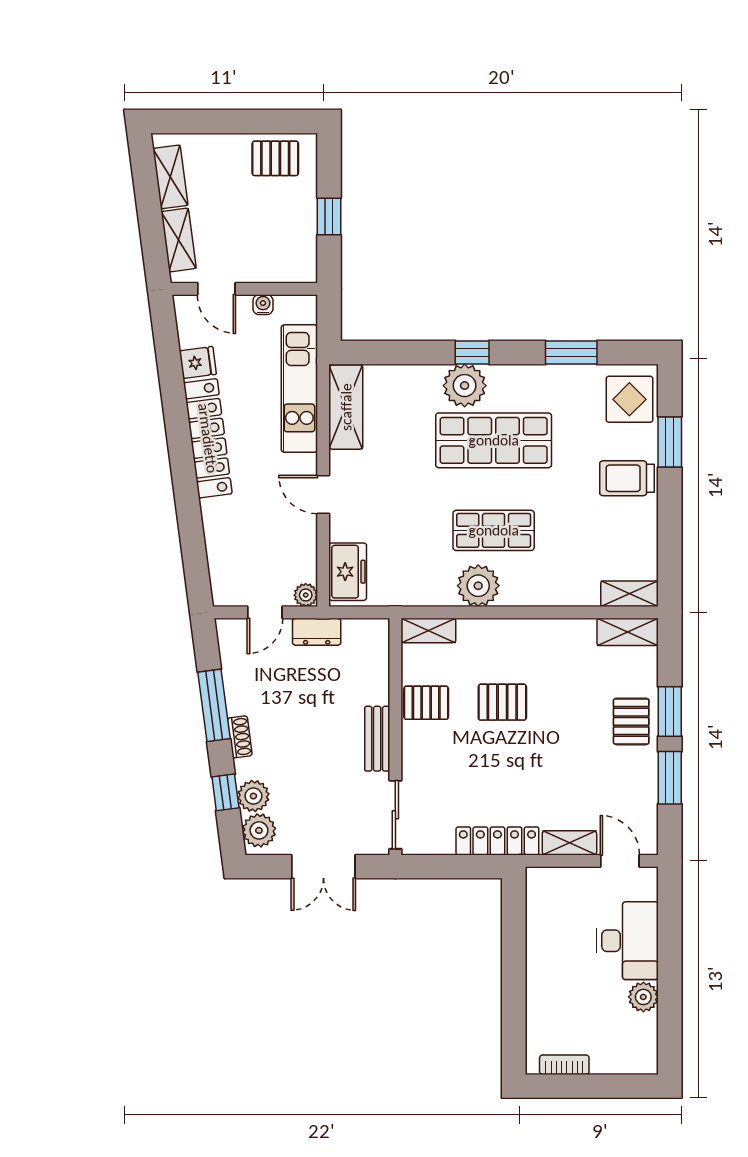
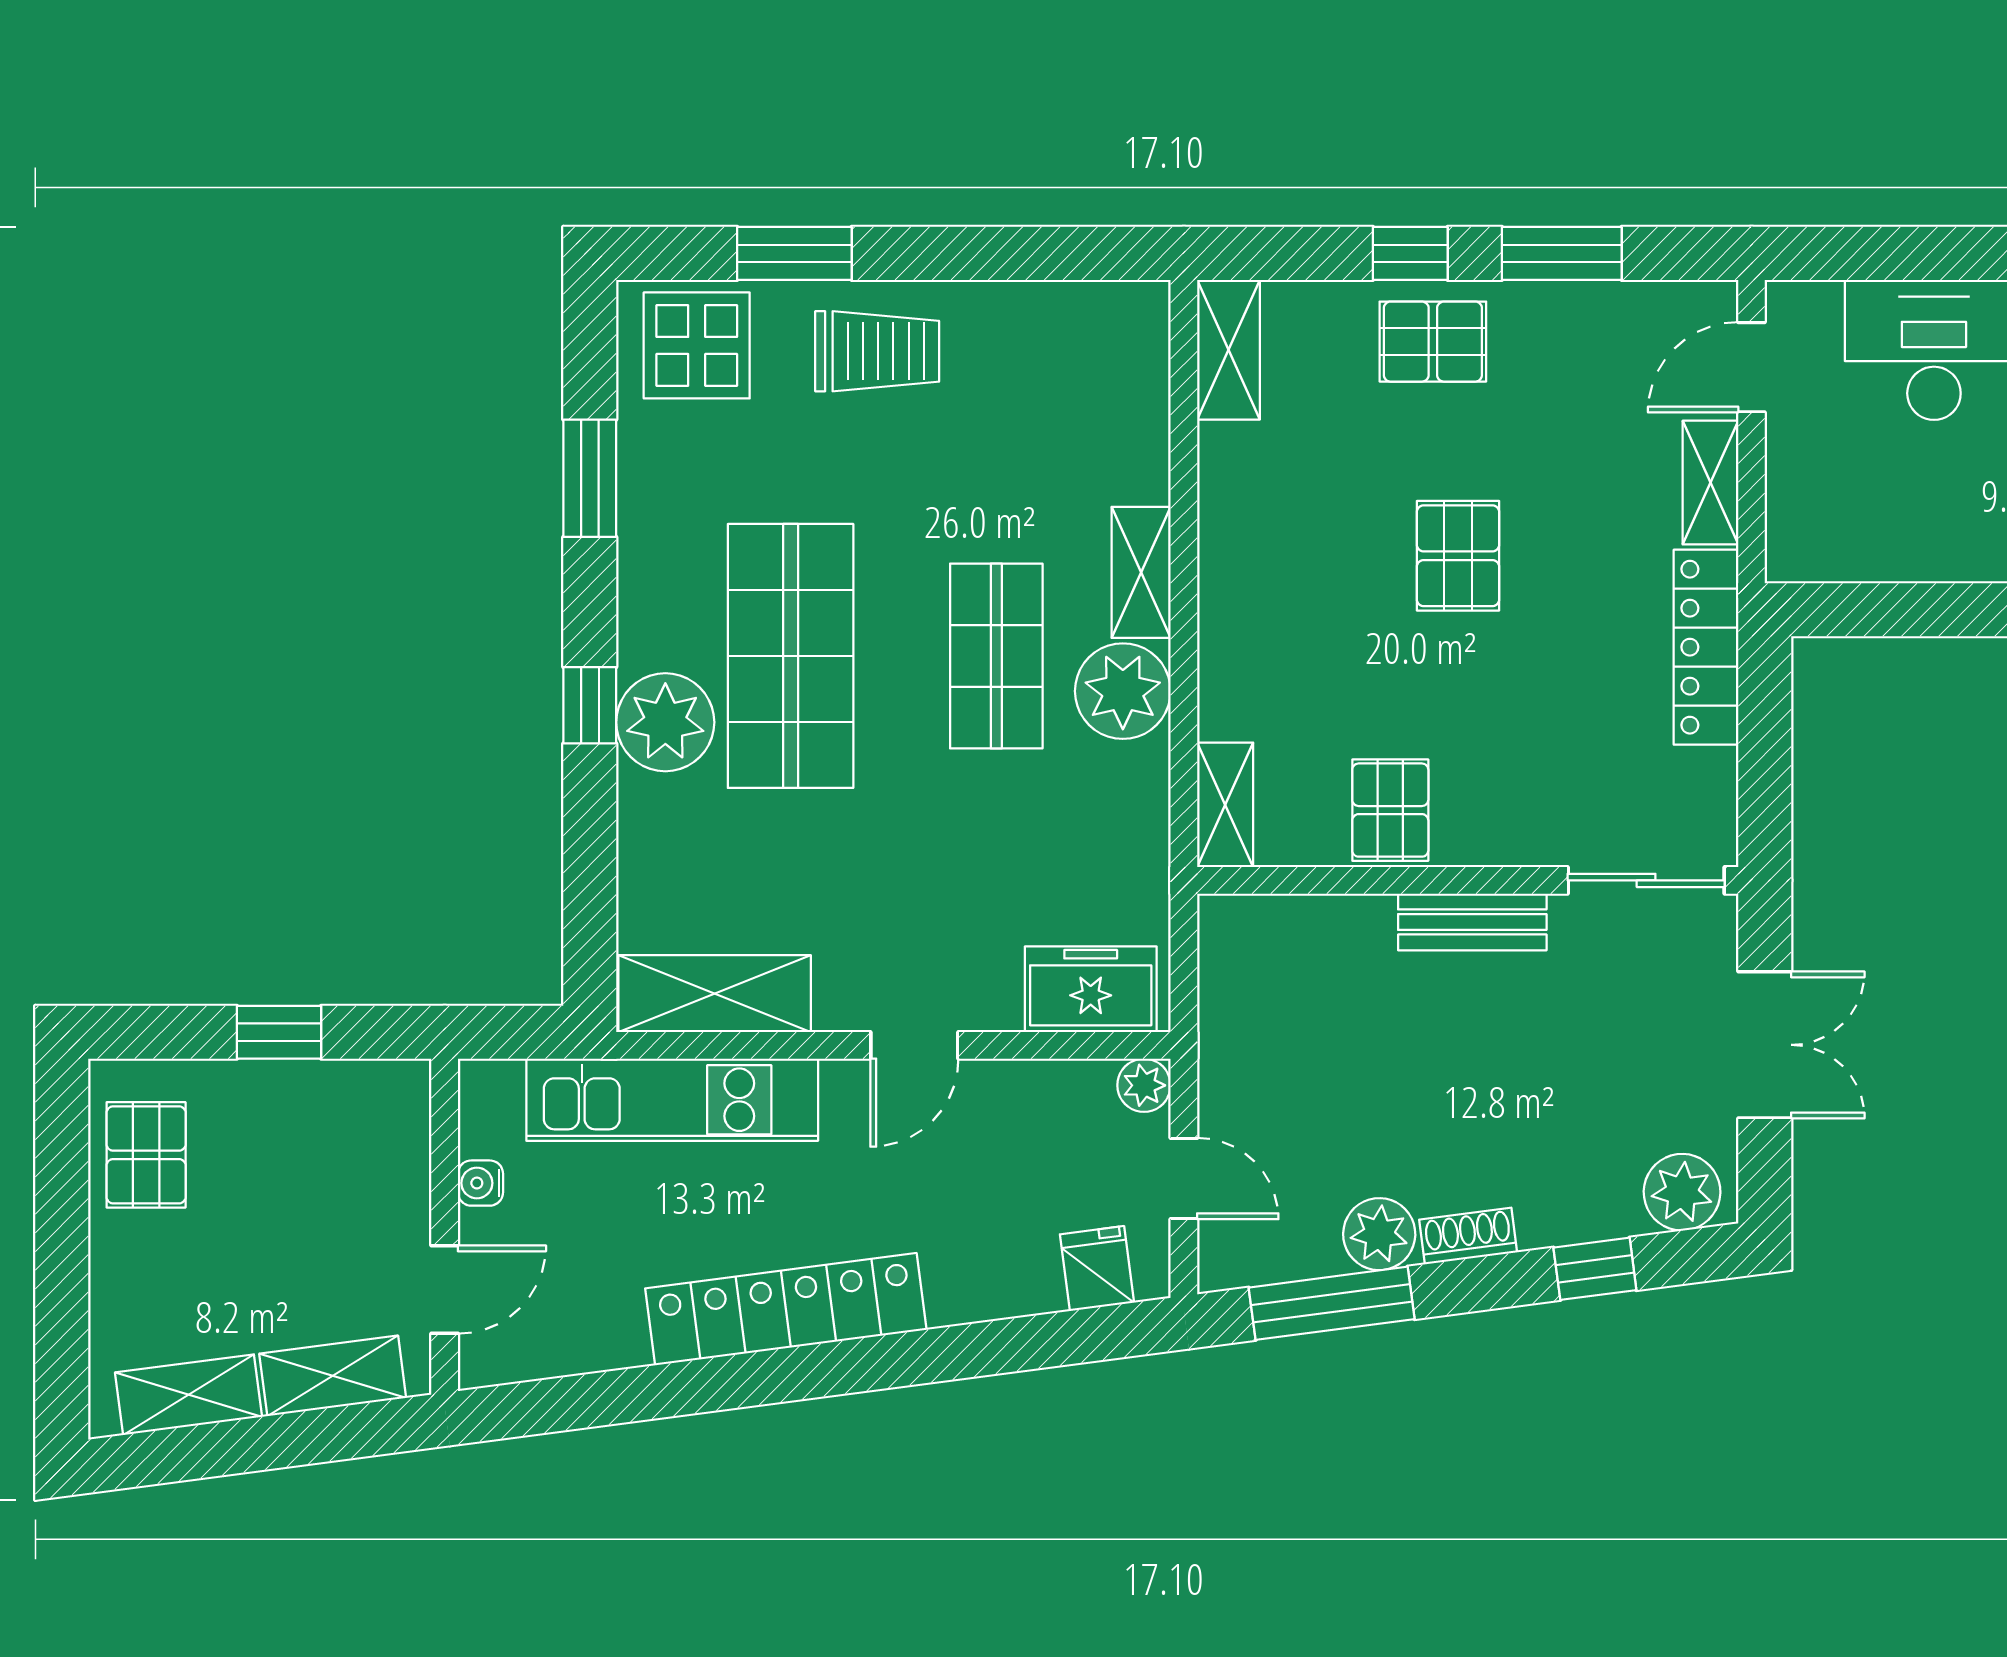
fridge: (198, 363) -> (1097, 1268), moved
trolley: (627, 478) -> (877, 351), turned -90
shelving: (629, 594) -> (1141, 572), moved
dresser: (317, 632) -> (1228, 1060), removed
pallet: (502, 702) -> (1458, 556), moved
window: (214, 705) -> (1332, 1303), moved
window: (670, 711) -> (1410, 253), width x0.67
plant: (253, 796) -> (1379, 1234), moved

